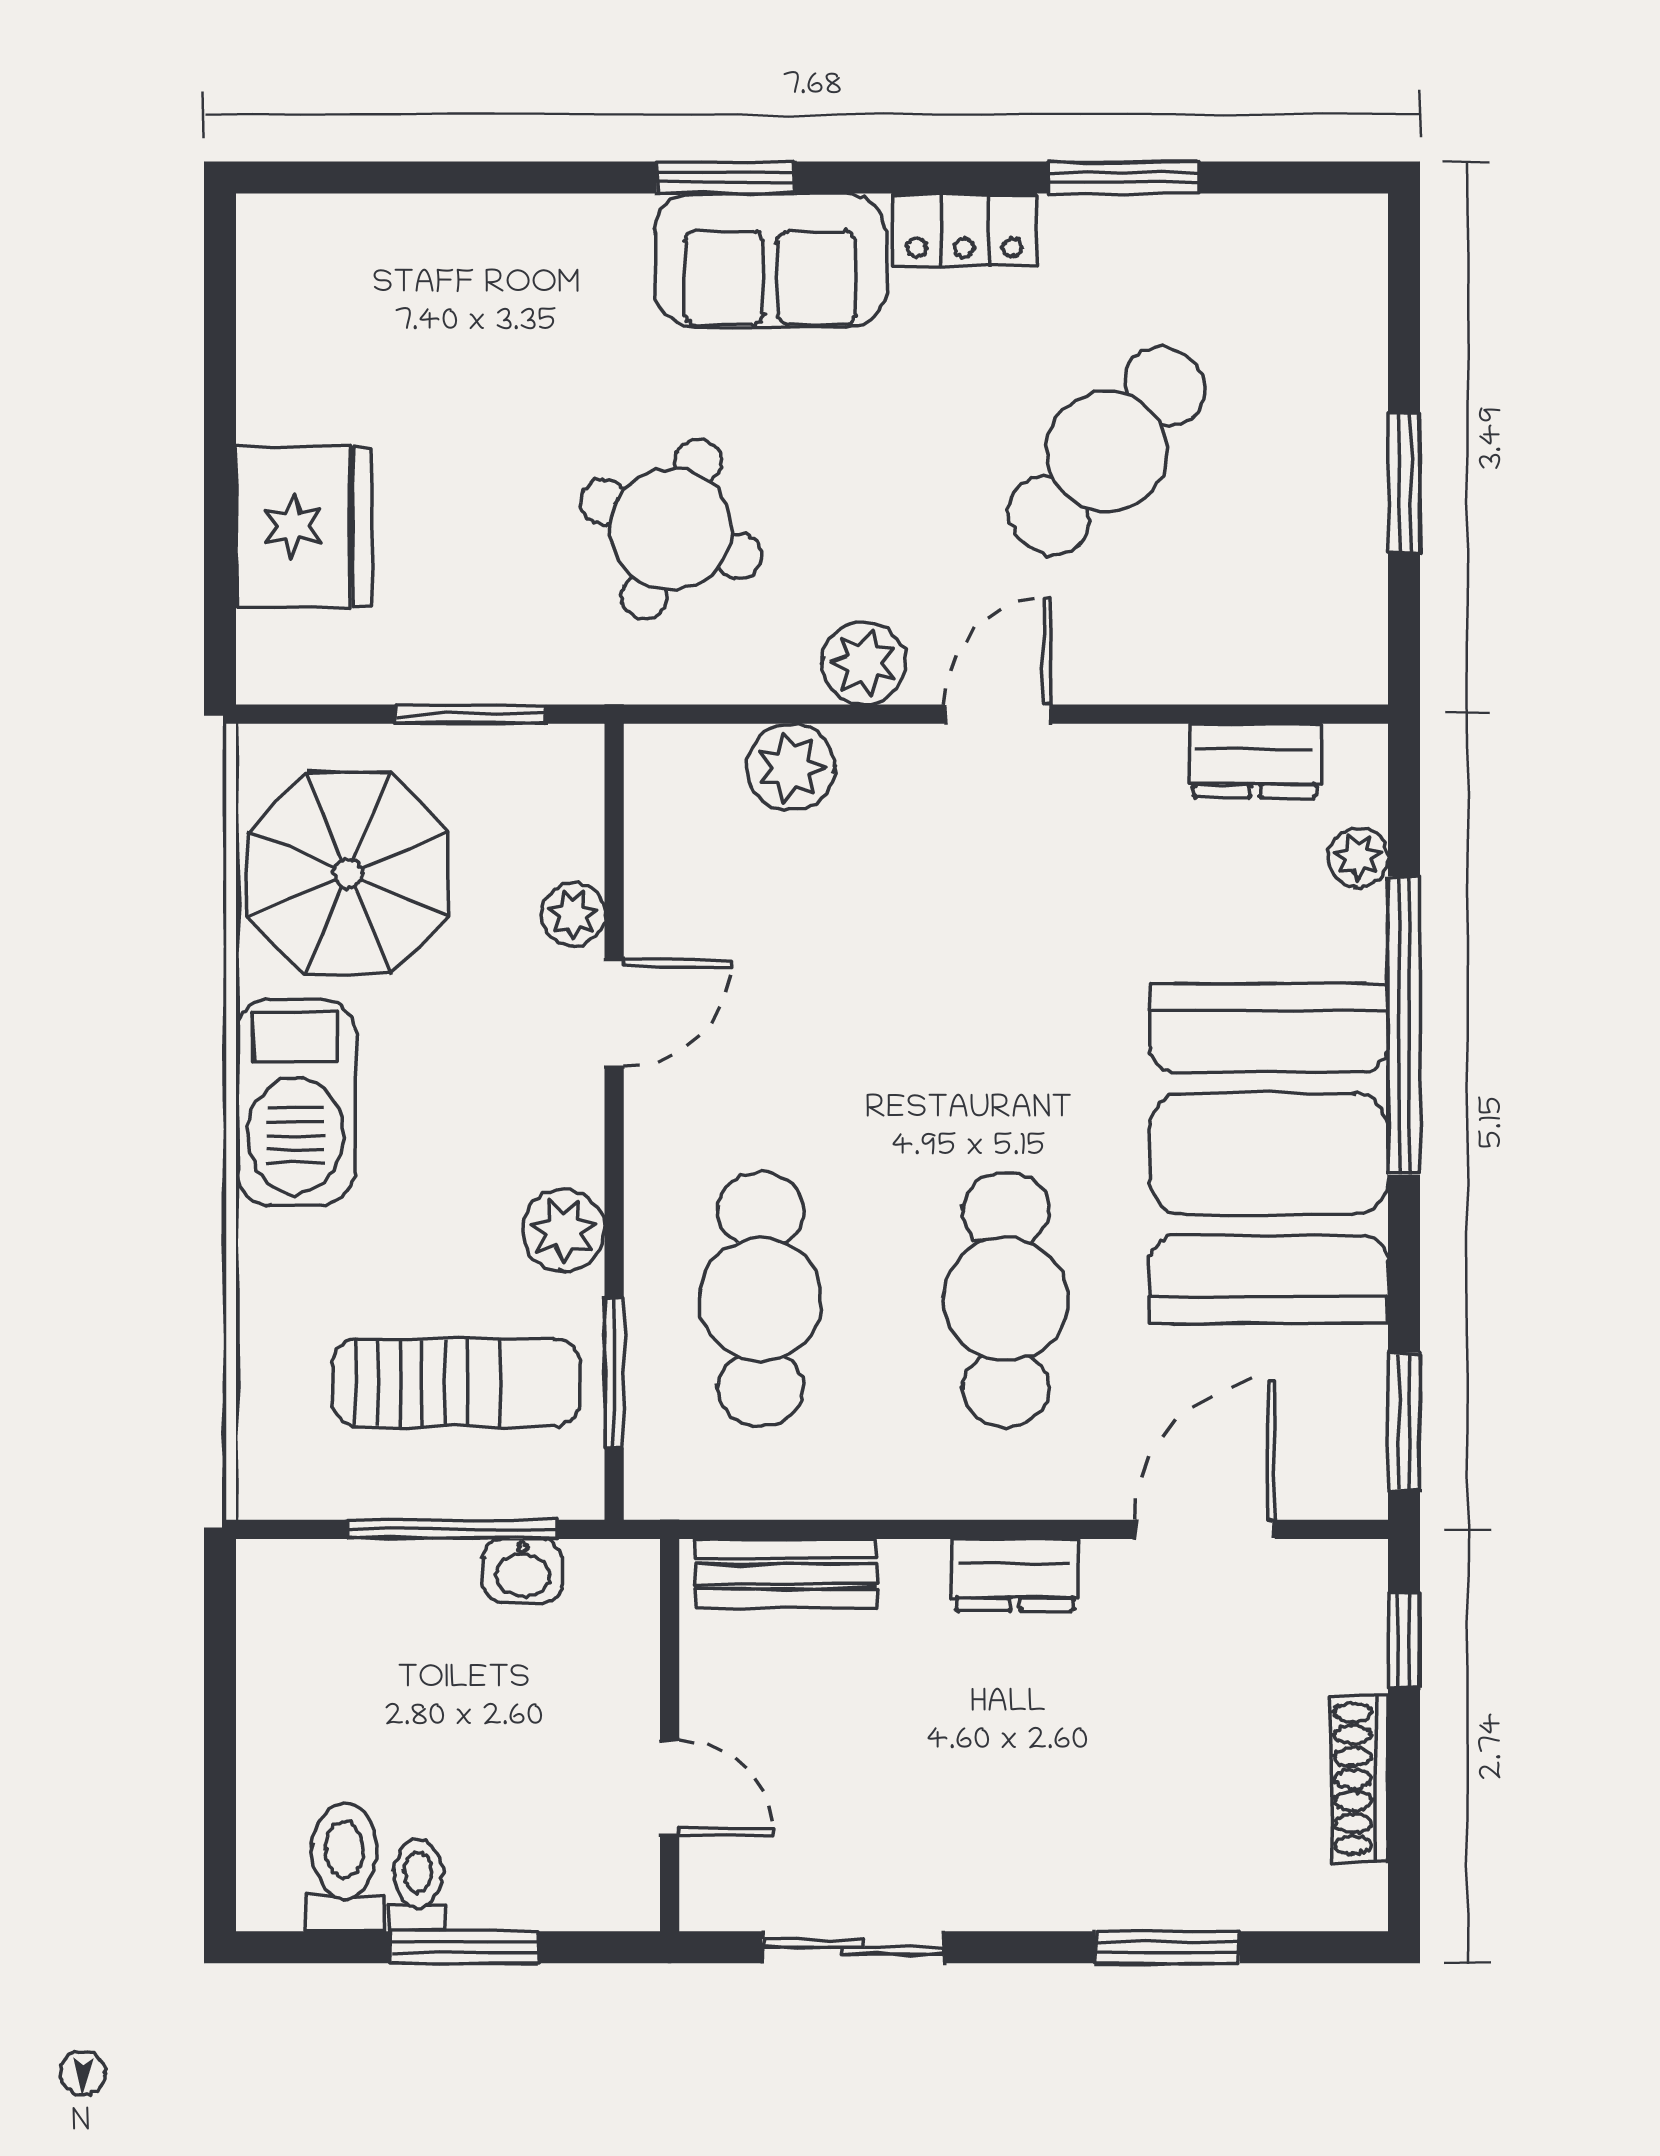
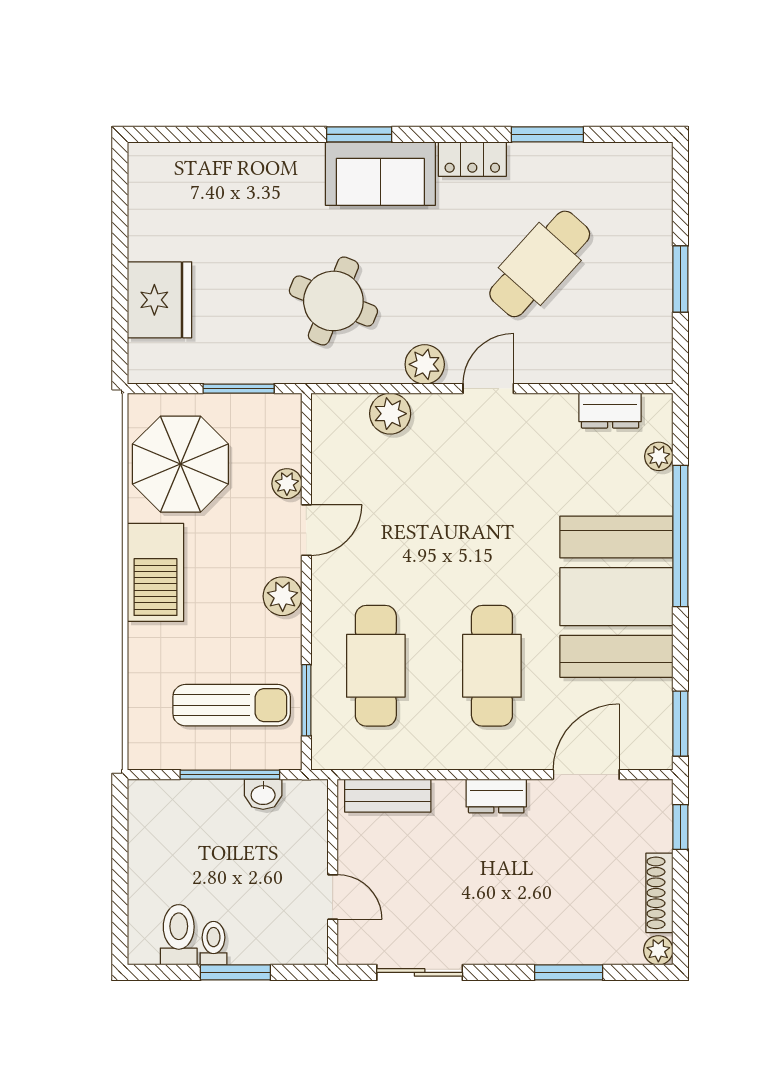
plant: (564, 1230) -> (283, 596), moved
plant: (1357, 1900) -> (658, 950), added

